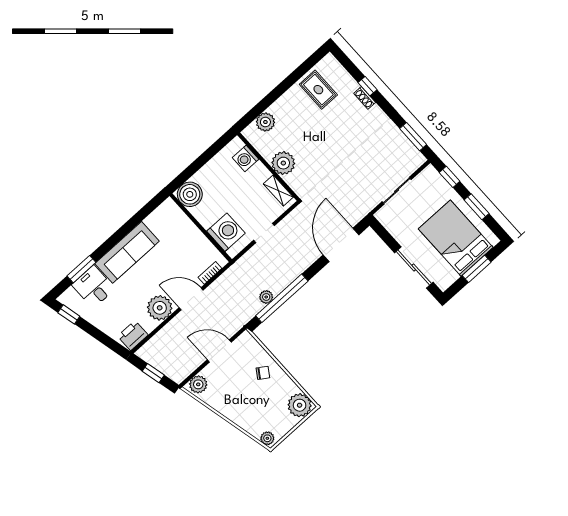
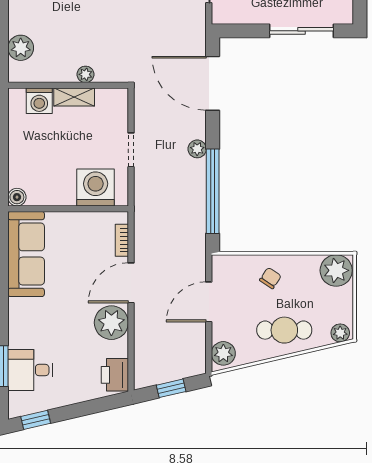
plant: (283, 163) -> (86, 74), width x0.53, depth x0.53
shelving: (278, 190) -> (74, 97), moved
boiler: (190, 194) -> (17, 197), width x0.54, depth x0.54
sofa: (127, 252) -> (26, 254), moved
plant: (266, 297) -> (197, 149), moved
cafe table: (241, 406) -> (284, 330), added

